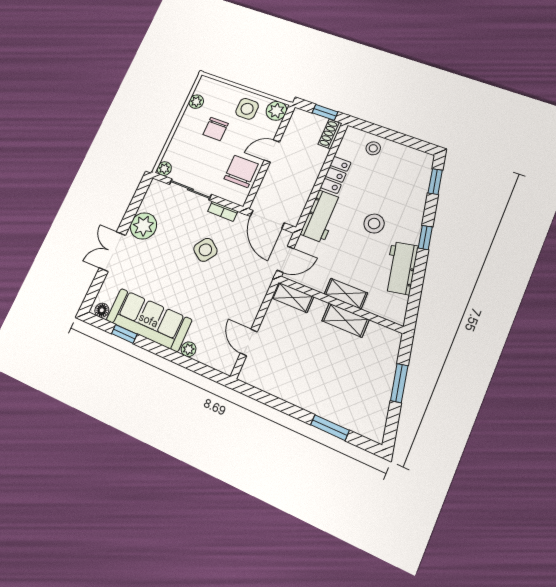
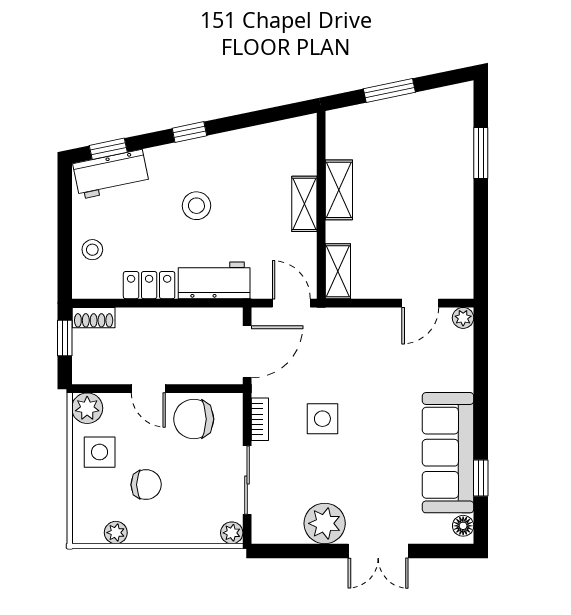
side table: (205, 250) -> (322, 419), turned -36
workbench: (401, 268) -> (111, 174), moved
plant: (189, 349) -> (463, 318), moved

